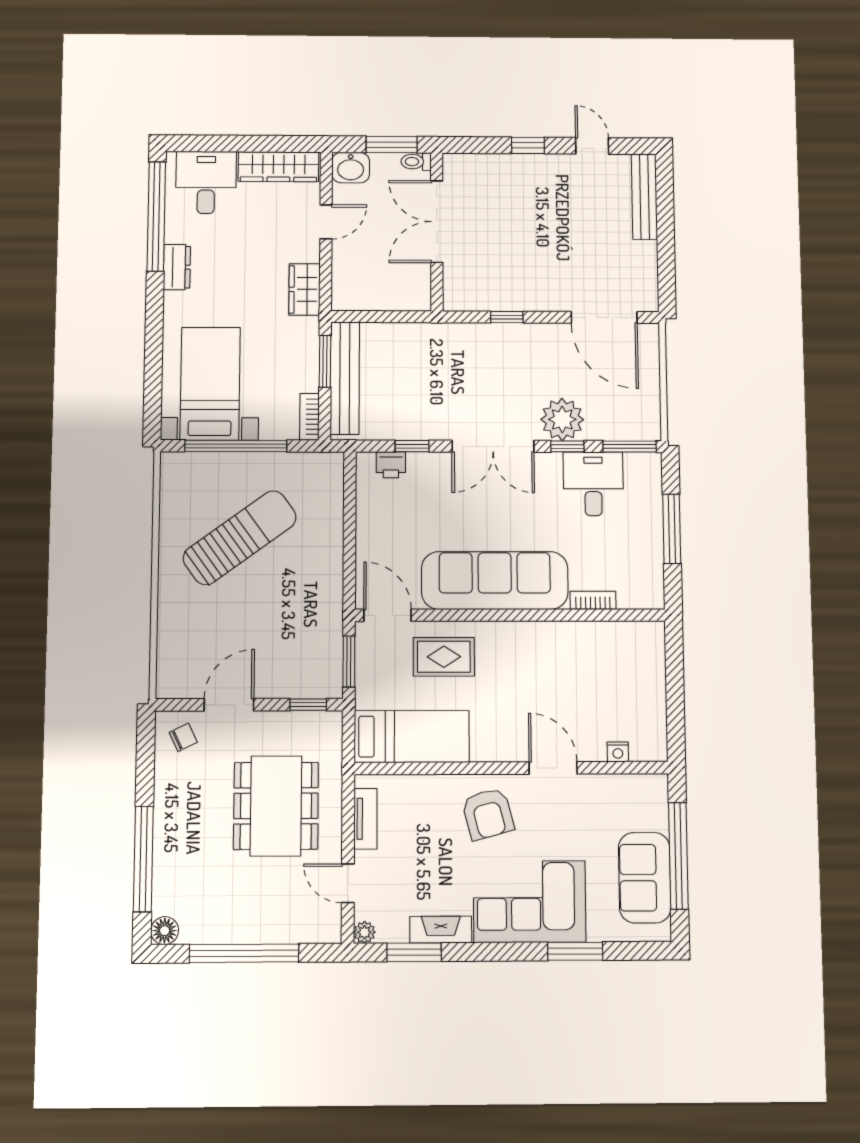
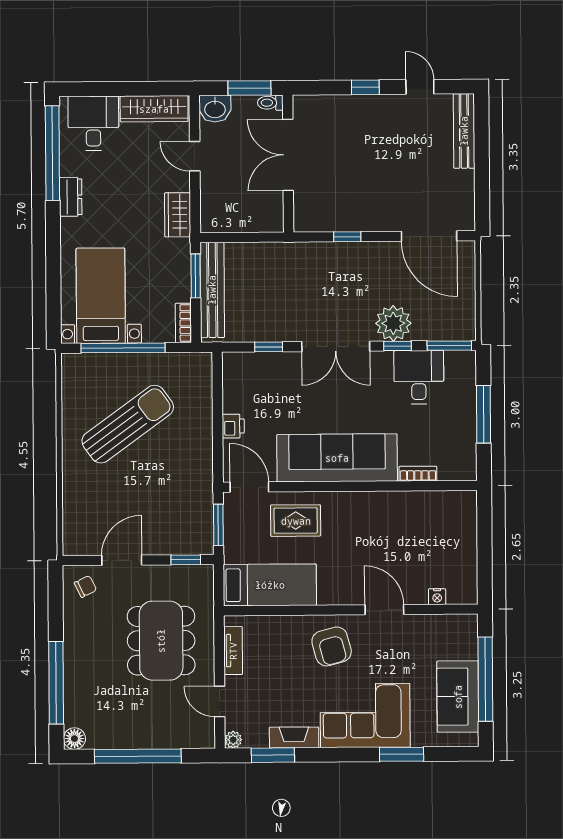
door: (326, 222) -> (195, 156), swing flipped
printer: (391, 465) -> (233, 426), moved, turned -90

